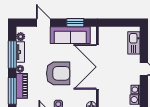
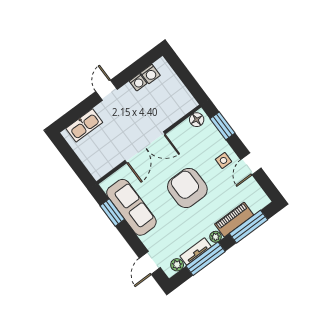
door: (43, 23) -> (150, 263), moved
double door: (97, 67) -> (145, 147), width x0.73

